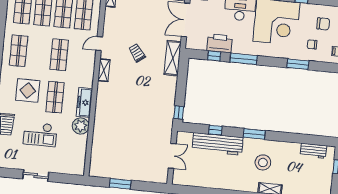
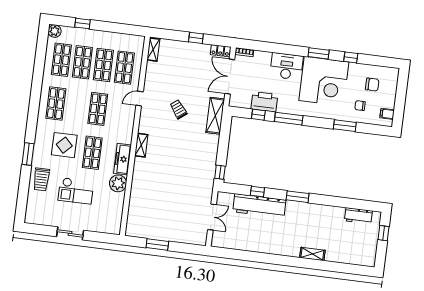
shelving: (104, 70) -> (141, 145), moved
stool: (263, 162) -> (306, 226), removed

